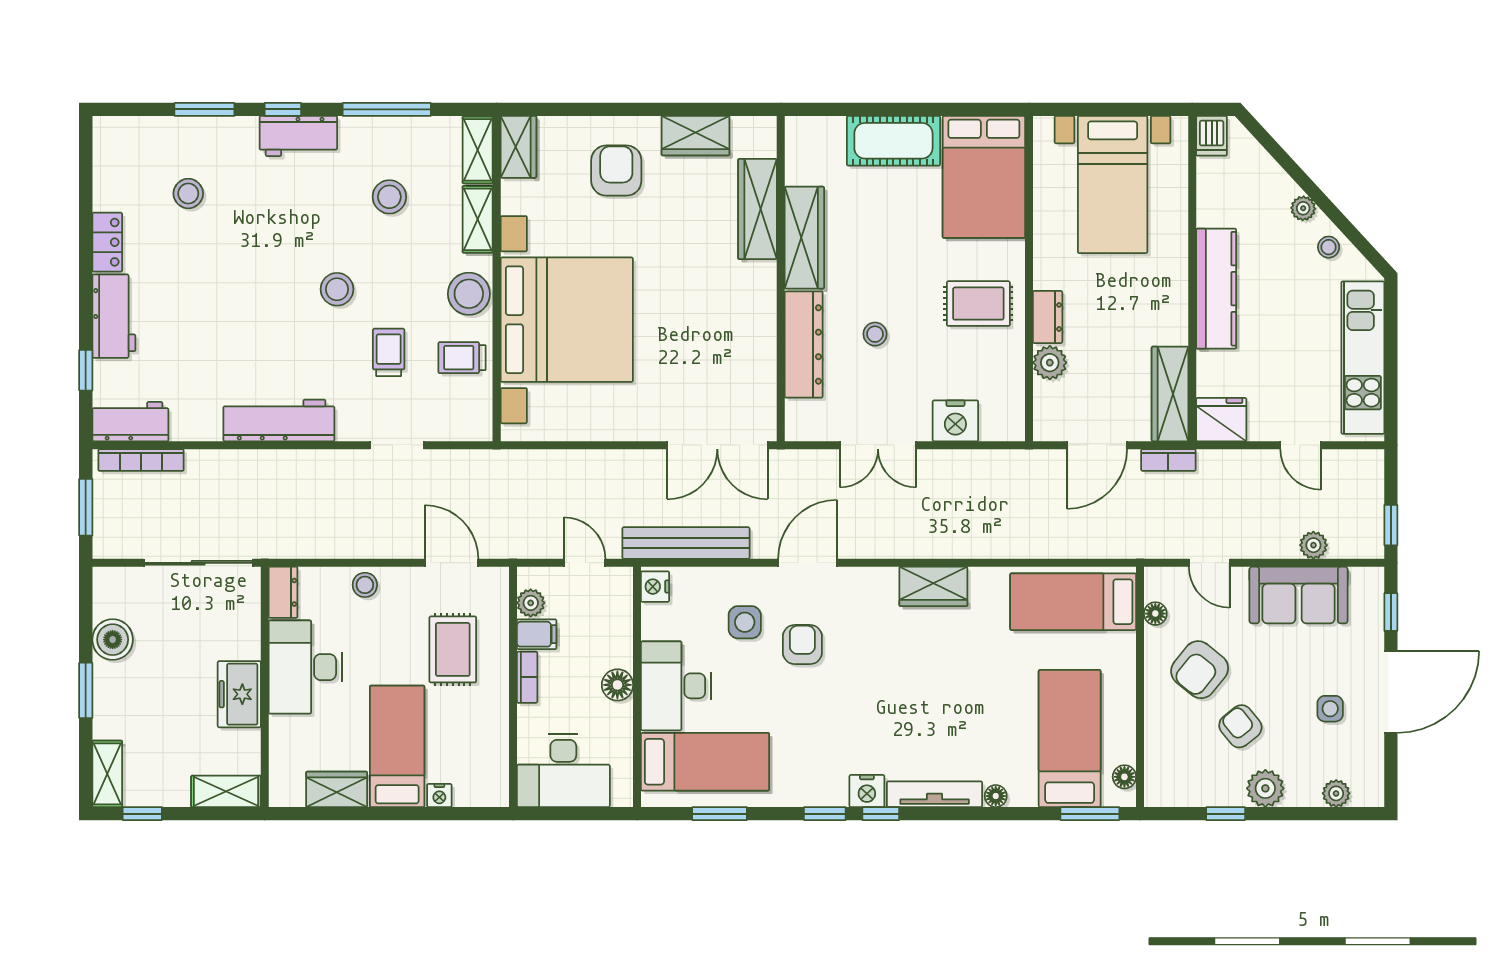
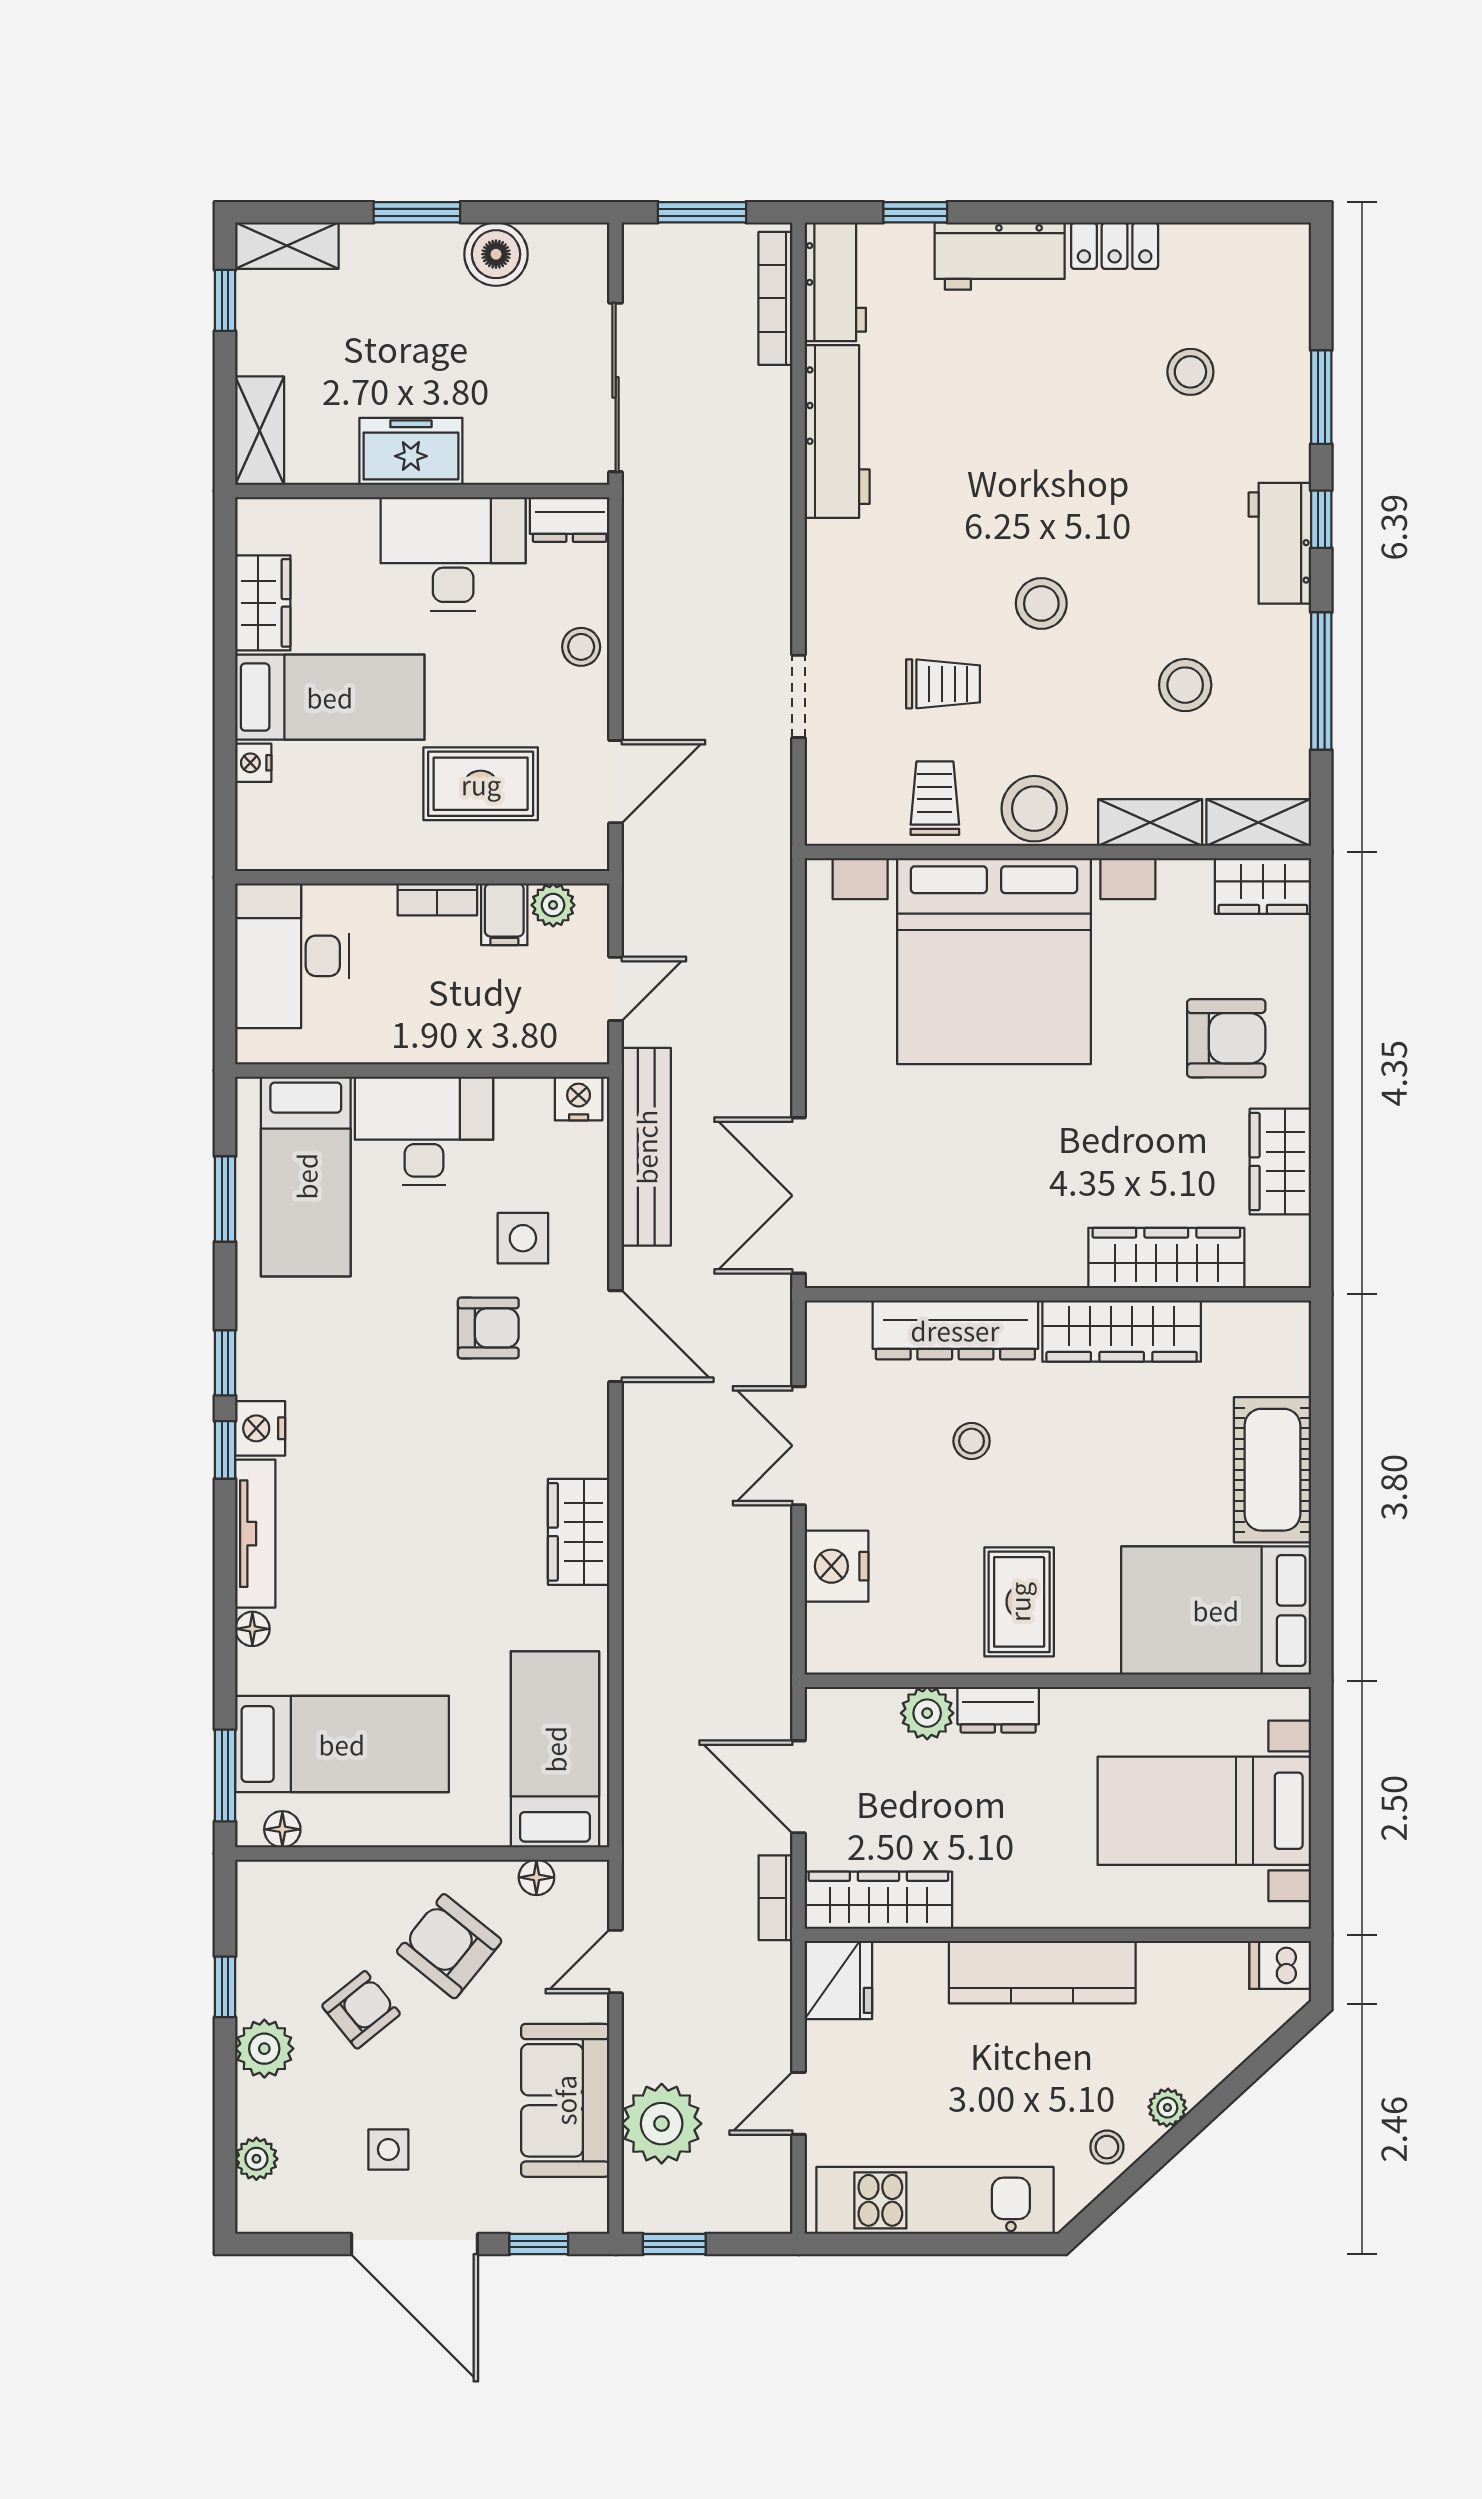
workbench: (279, 420) -> (837, 431), moved
plant: (1313, 545) -> (662, 2124), width x1.88, depth x1.88
floor lamp: (617, 685) -> (425, 1040), removed

